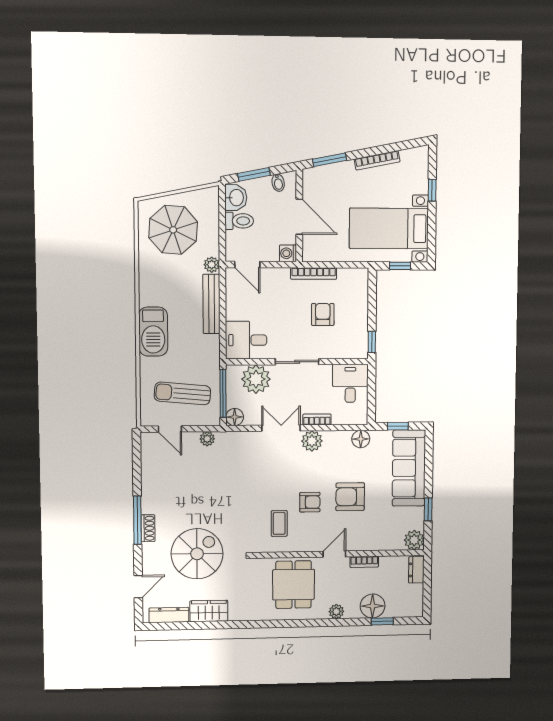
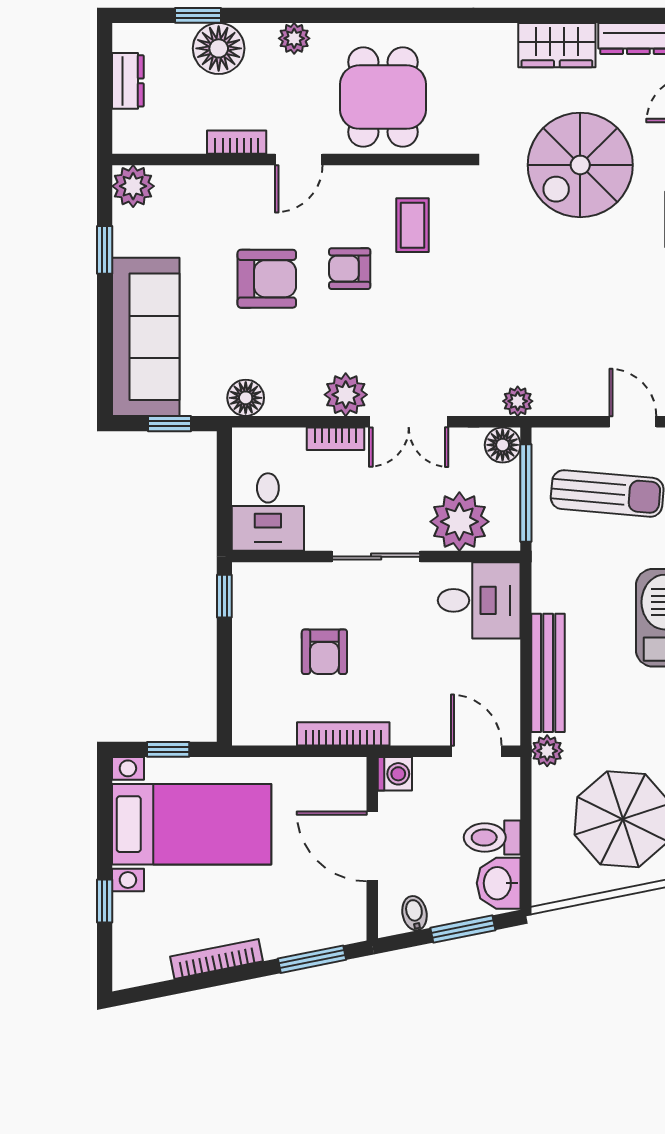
plant: (207, 439) -> (518, 401), moved
dresser: (416, 570) -> (128, 81), moved

